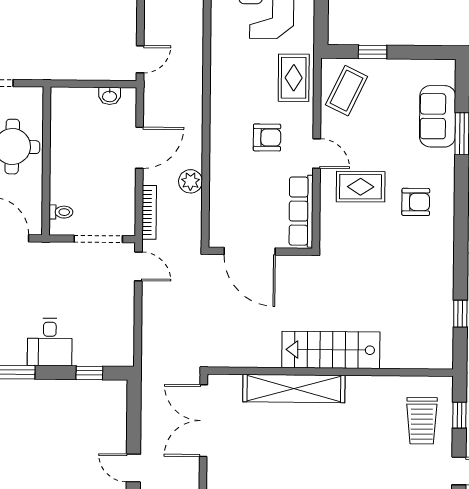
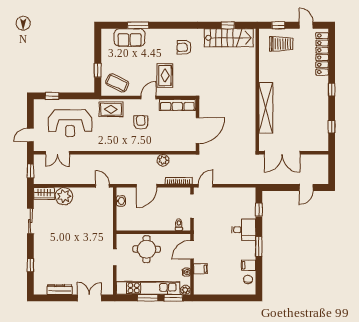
door: (139, 148) -> (147, 186), swing flipped
armchair: (416, 202) -> (184, 47), moved, turned -90
stairs: (331, 350) -> (229, 38), moved, turned -90

